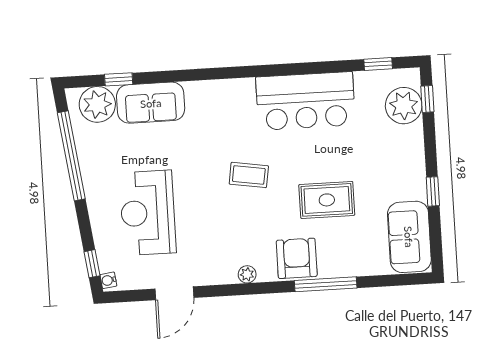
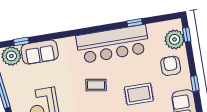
window: (378, 64) -> (135, 23), moved
bar counter: (305, 101) -> (113, 44), width x1.36
armchair: (391, 154) -> (171, 66), added

